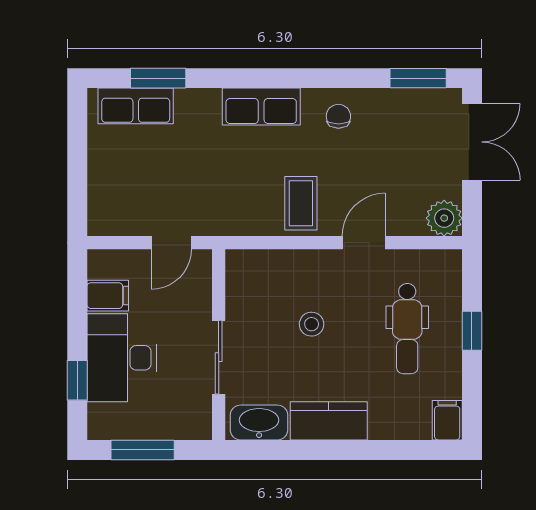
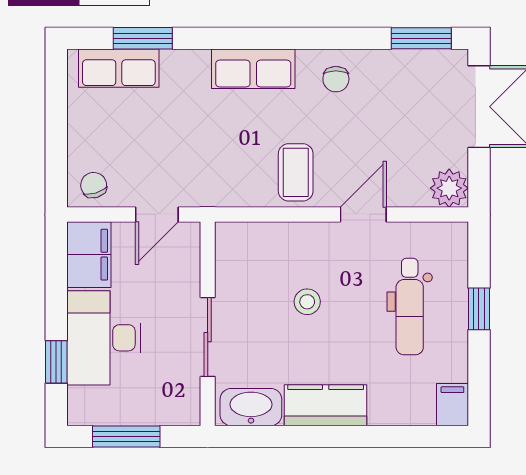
chair: (338, 116) -> (336, 79), turned 180
chair: (112, 215) -> (94, 185), added
filing cabinet: (108, 296) -> (89, 255), width x2.00

